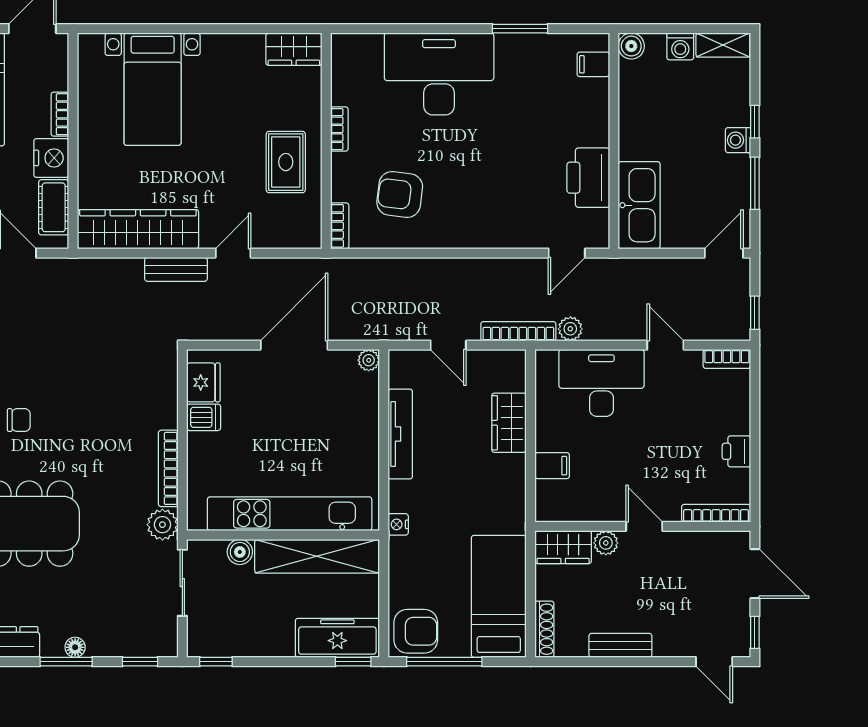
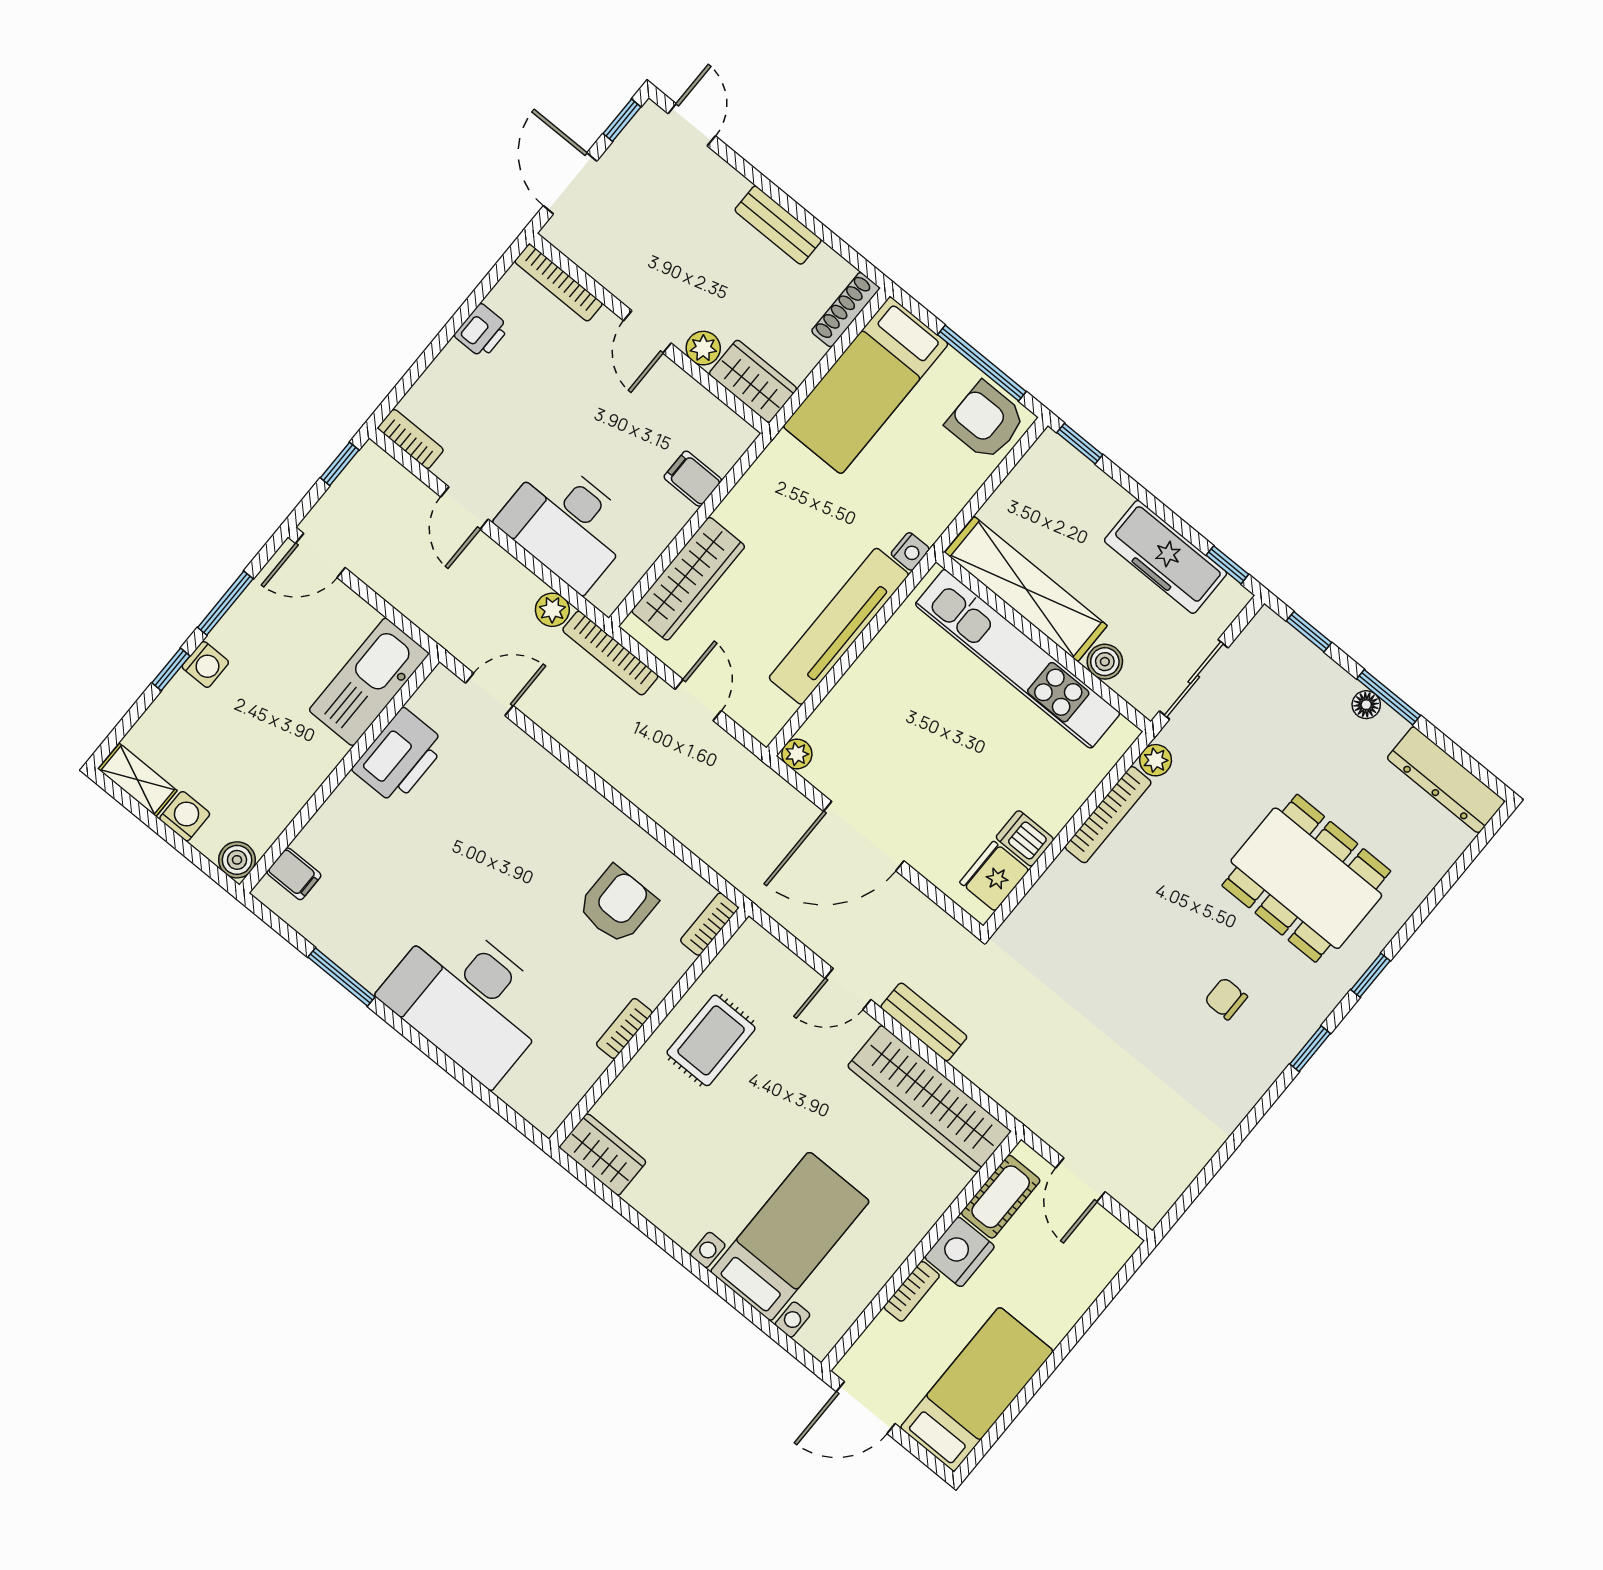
armchair: (400, 195) -> (617, 905), turned -97
wardrobe: (509, 423) -> (688, 579), width x1.50
tv unit: (400, 434) -> (839, 626), width x1.36, depth x1.29
plant: (162, 525) -> (1156, 760), width x0.73, depth x0.73
freezer: (337, 638) -> (1166, 557), moved

